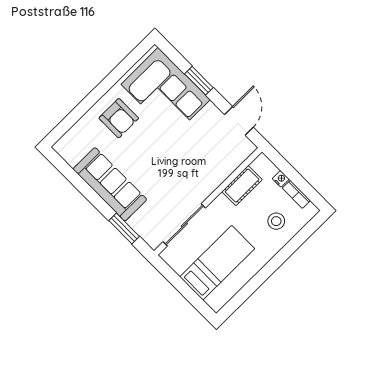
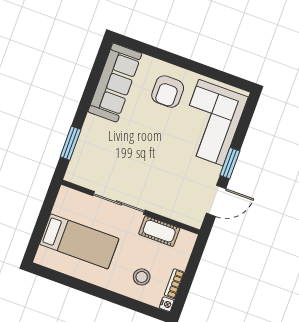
window: (199, 81) -> (230, 163), moved
nightstand: (281, 179) -> (167, 304), moved
sofa: (110, 184) -> (115, 83), moved
sliding door: (184, 225) -> (119, 203), moved

